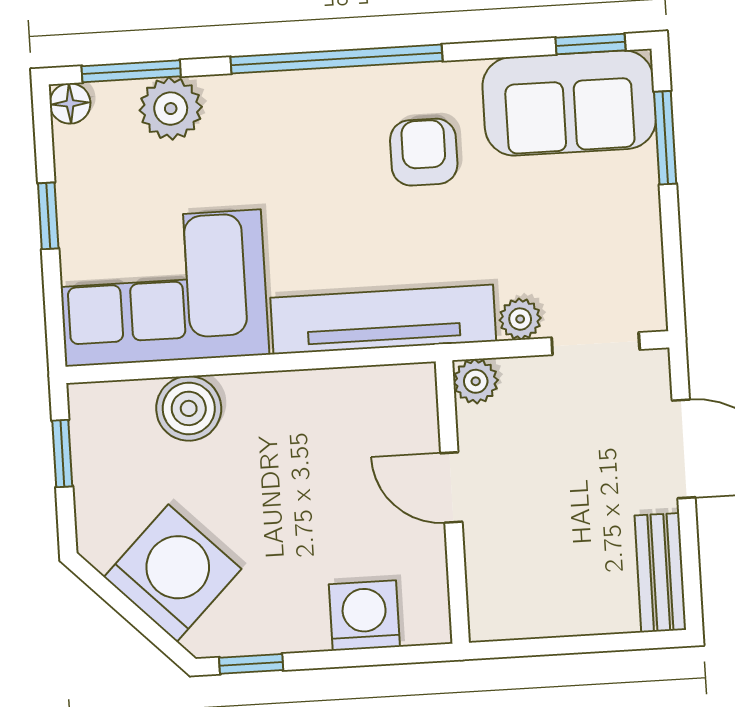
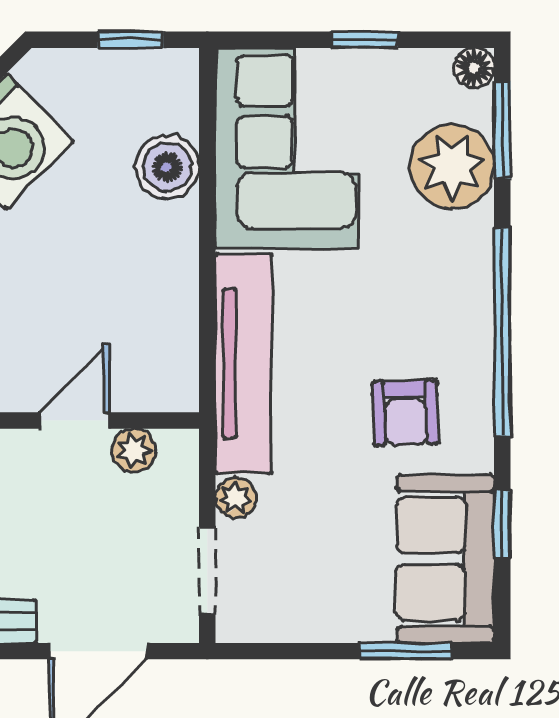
window: (591, 44) -> (502, 524), moved
plant: (171, 109) -> (452, 167), width x1.36, depth x1.36
armchair: (424, 152) -> (406, 413), turned 88
plant: (476, 381) -> (134, 451), moved

